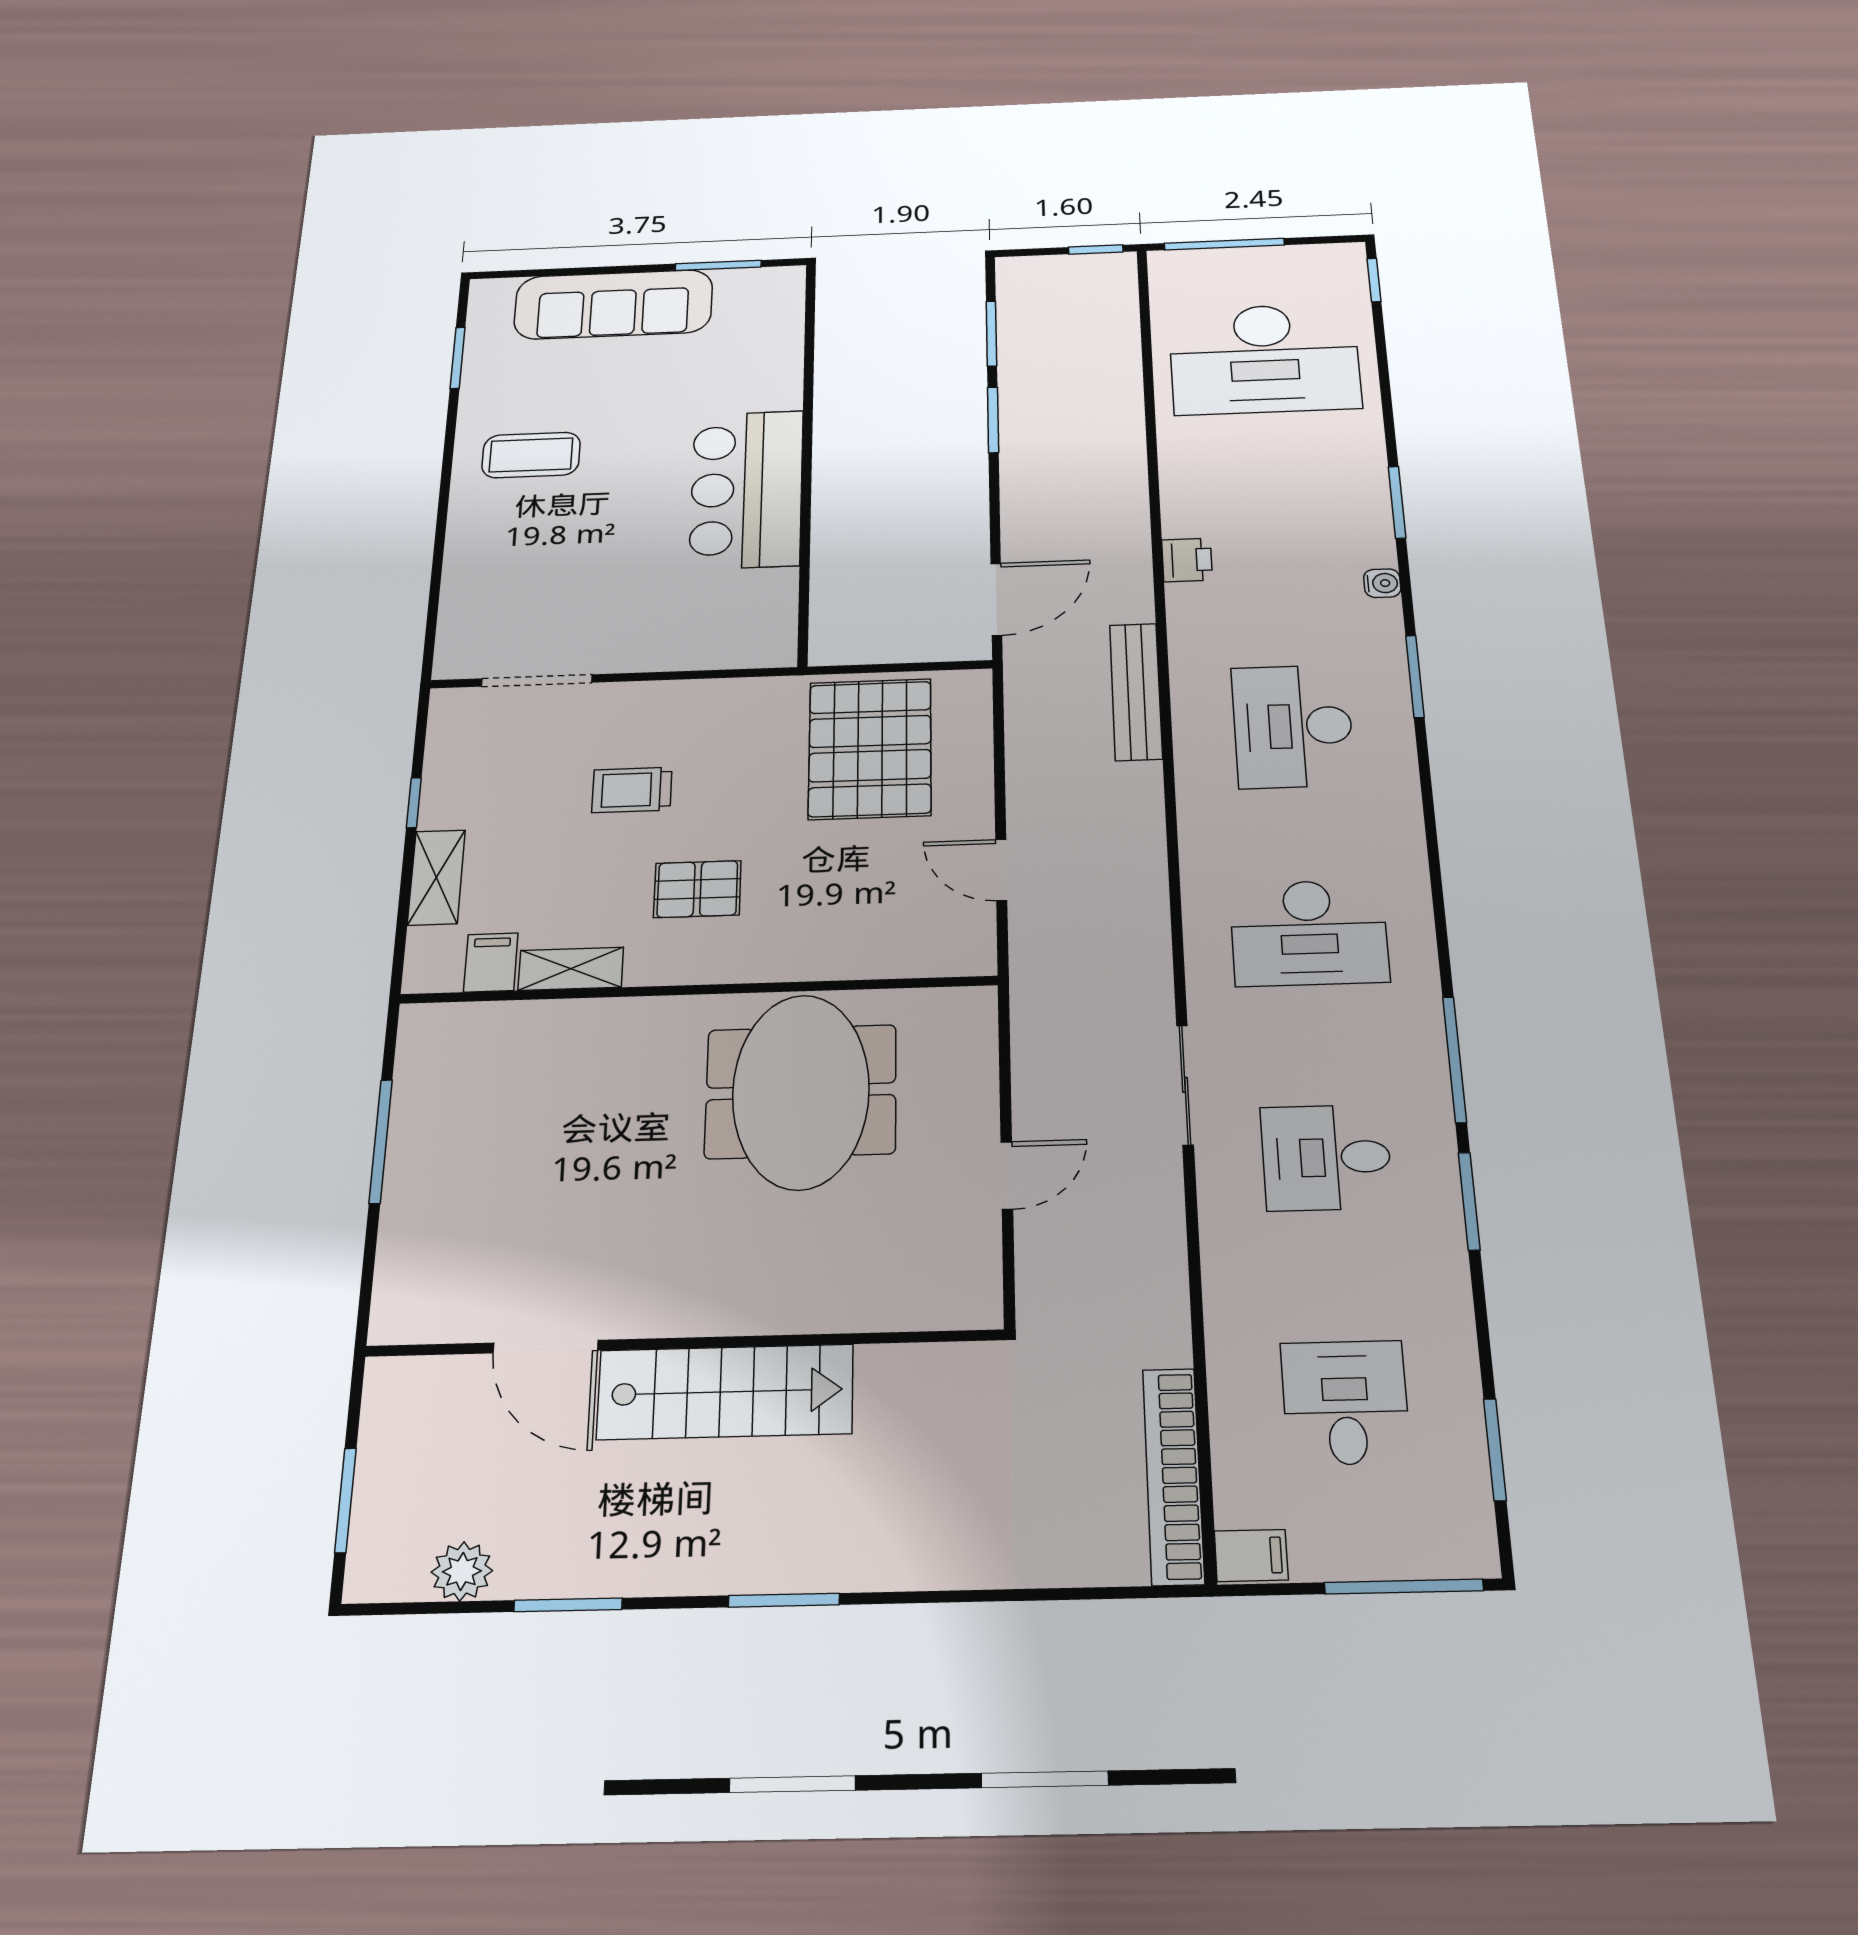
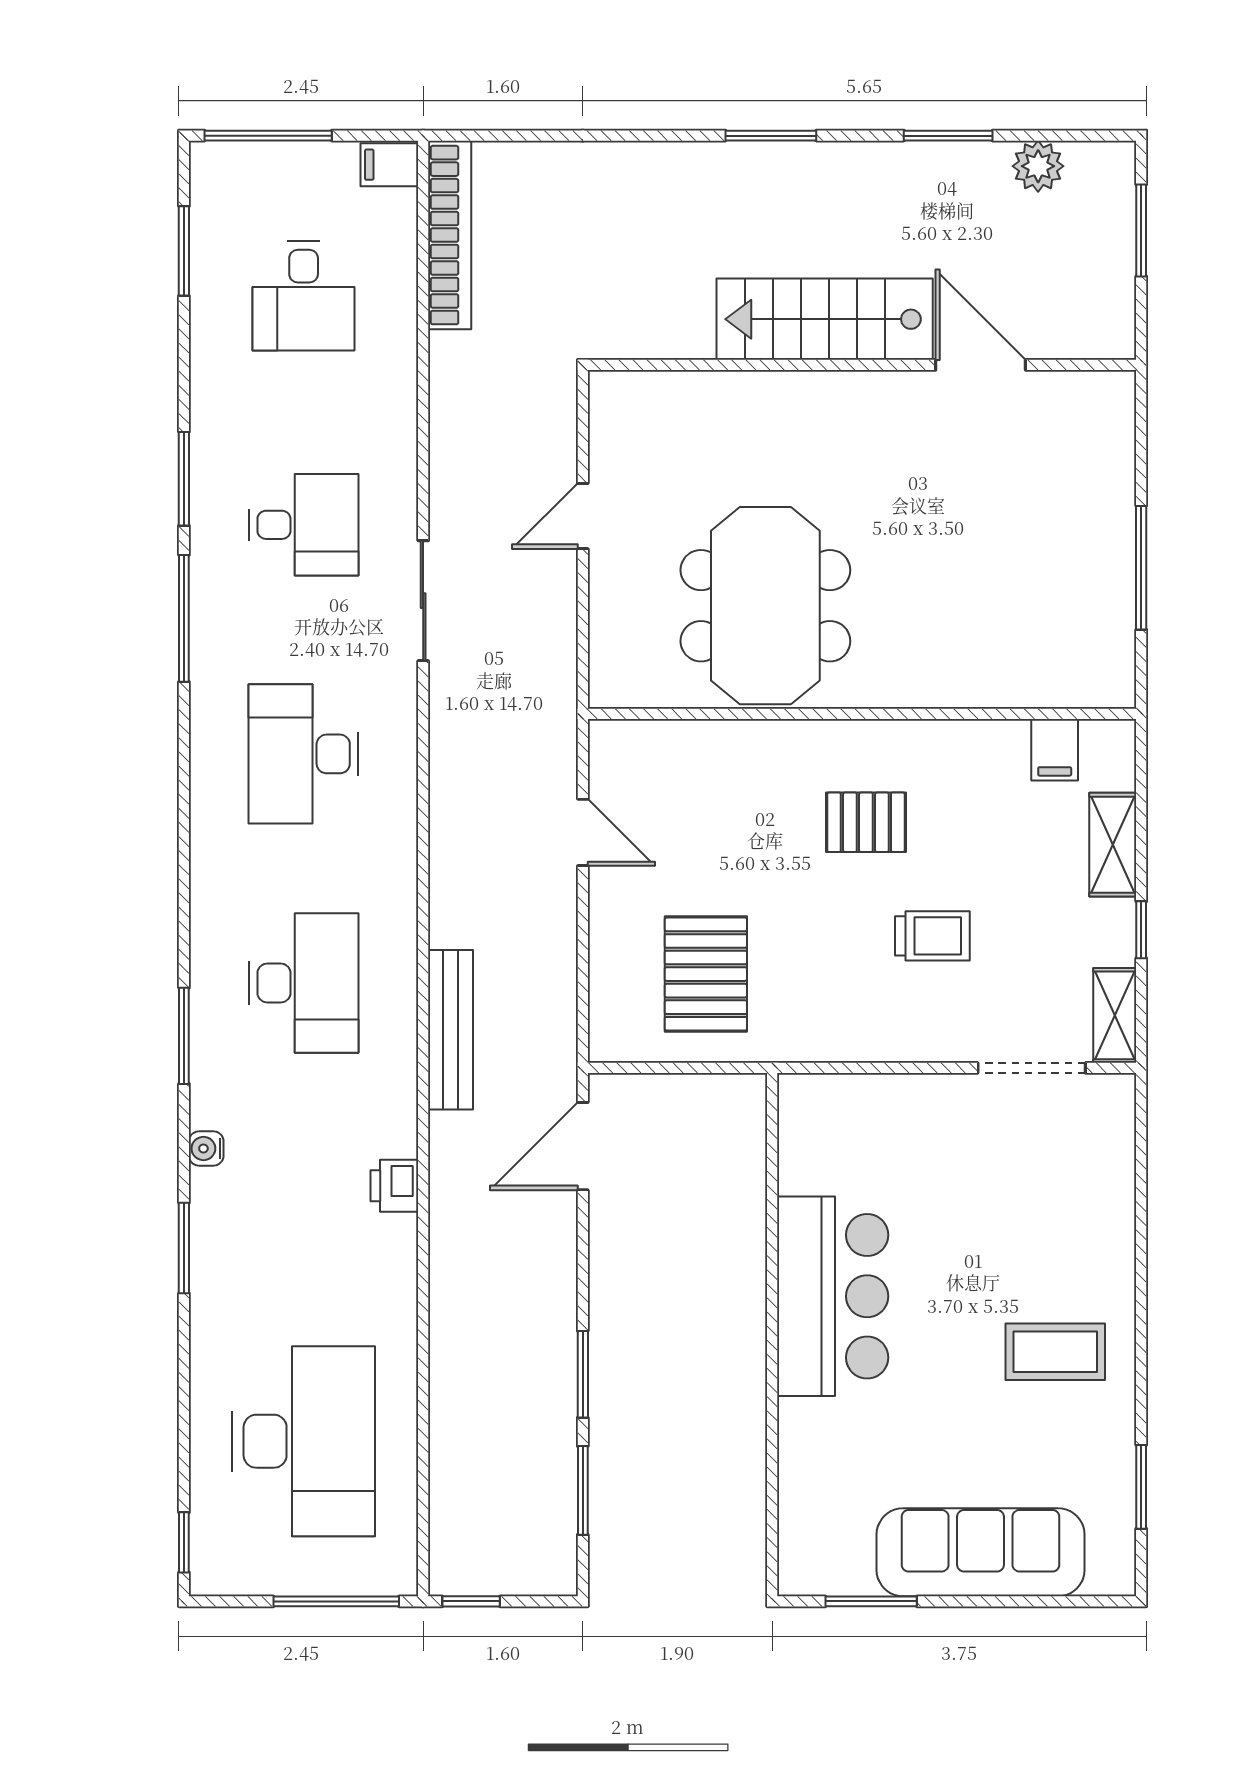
desk: (1264, 359) -> (304, 1441), turned 90
pallet: (870, 749) -> (706, 974), width x0.73, depth x0.71
desk: (1309, 933) -> (304, 754), turned -90
shelving: (571, 969) -> (1115, 1015), moved, turned 90

